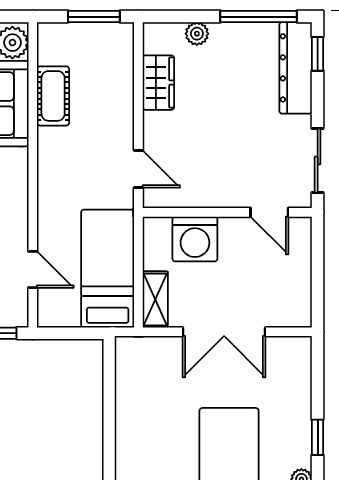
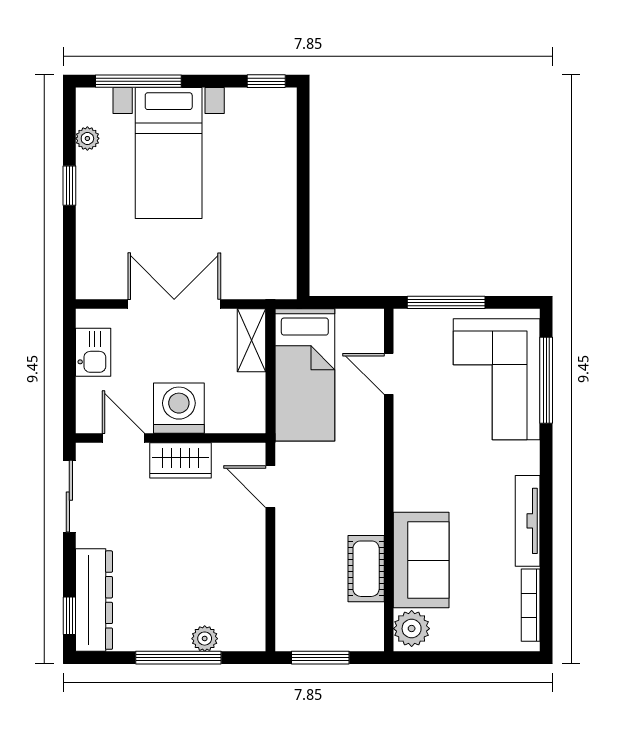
window: (259, 17) -> (178, 658), moved
wardrobe: (158, 83) -> (180, 460), moved, turned -90
washing machine: (195, 239) -> (179, 408), moved
kitchen sink: (296, 289) -> (93, 352), added

